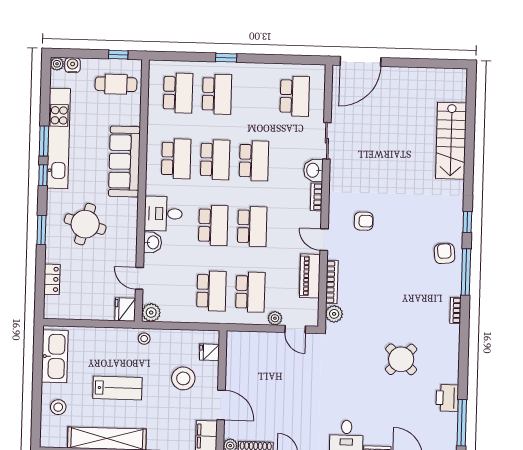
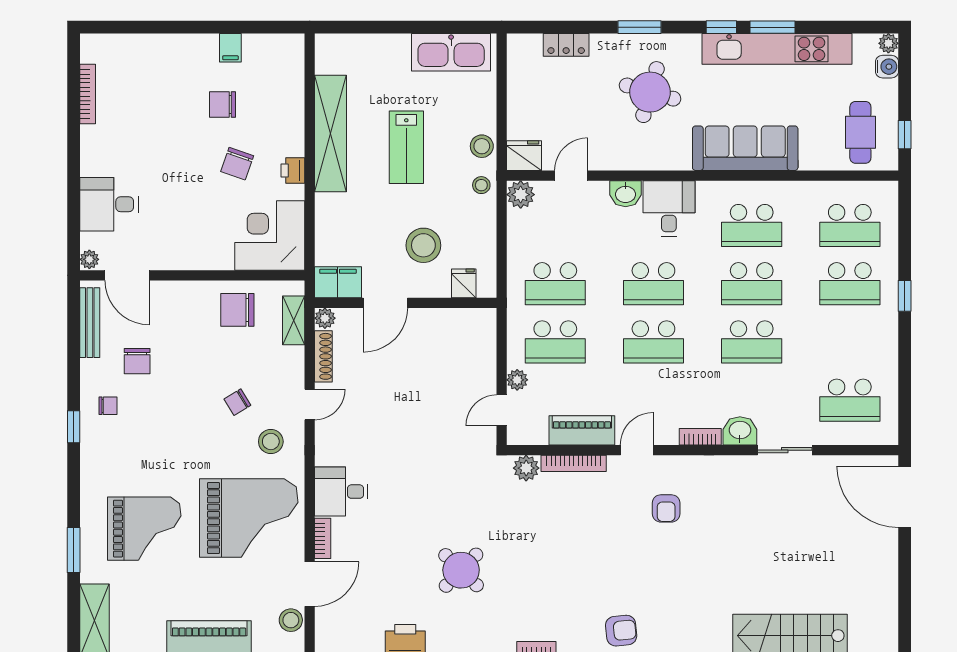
stool: (58, 407) -> (482, 146), moved

